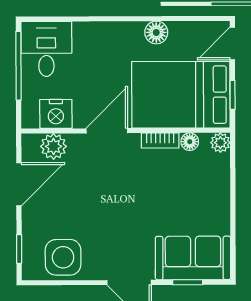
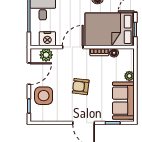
plant: (220, 143) -> (129, 76), moved
armchair: (123, 210) -> (81, 87), added
side table: (63, 257) -> (44, 96), moved
sofa: (193, 258) -> (123, 101), moved, turned -90

